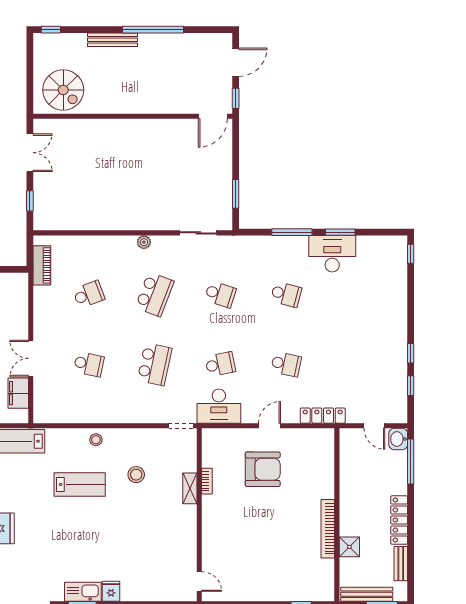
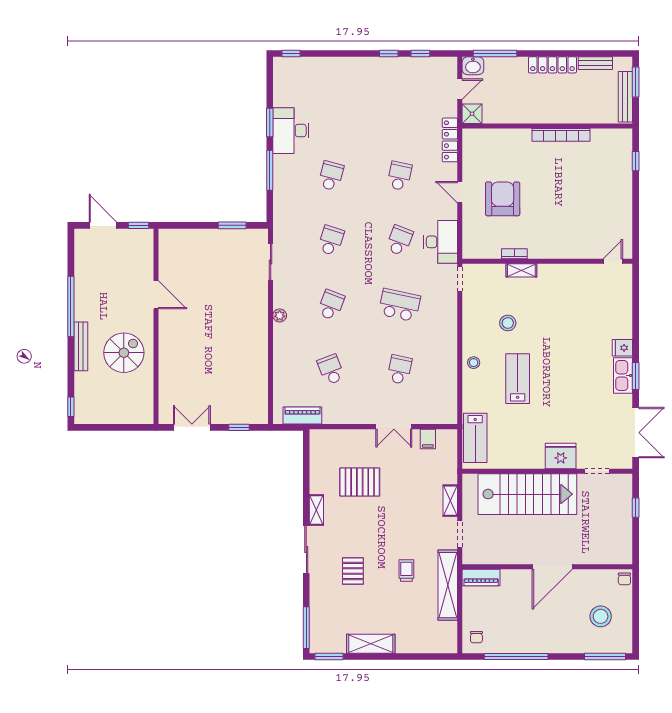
spiral stairs: (63, 90) -> (124, 353), moved
door: (213, 116) -> (156, 295), moved
school desk: (155, 294) -> (331, 305), width x0.54
school desk: (220, 364) -> (399, 240), turned 33
filing cabinet: (18, 393) -> (428, 439), width x0.50
shower: (349, 547) -> (472, 114), moved

